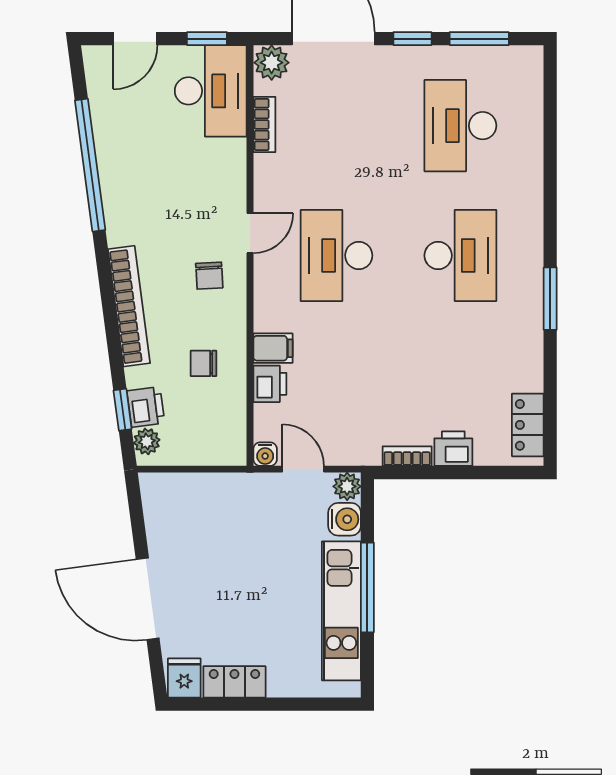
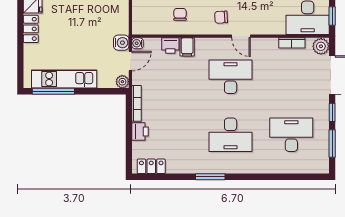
bookcase: (407, 456) -> (137, 103), width x1.56
water cooler: (345, 519) -> (121, 43), moved, turned -90
window: (367, 587) -> (53, 91), moved

